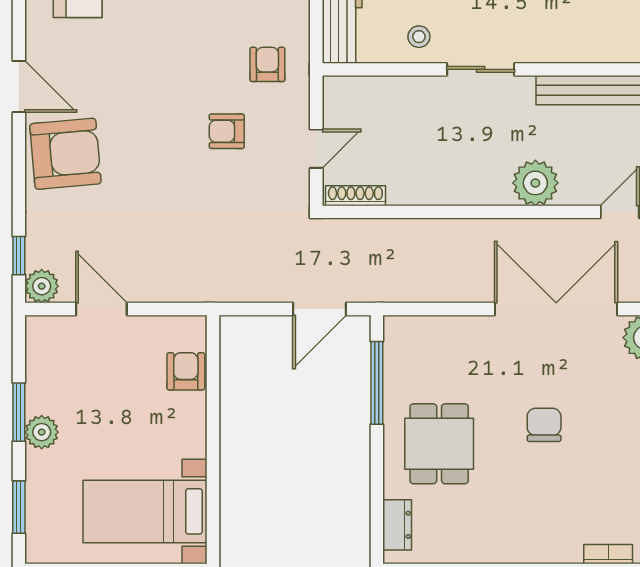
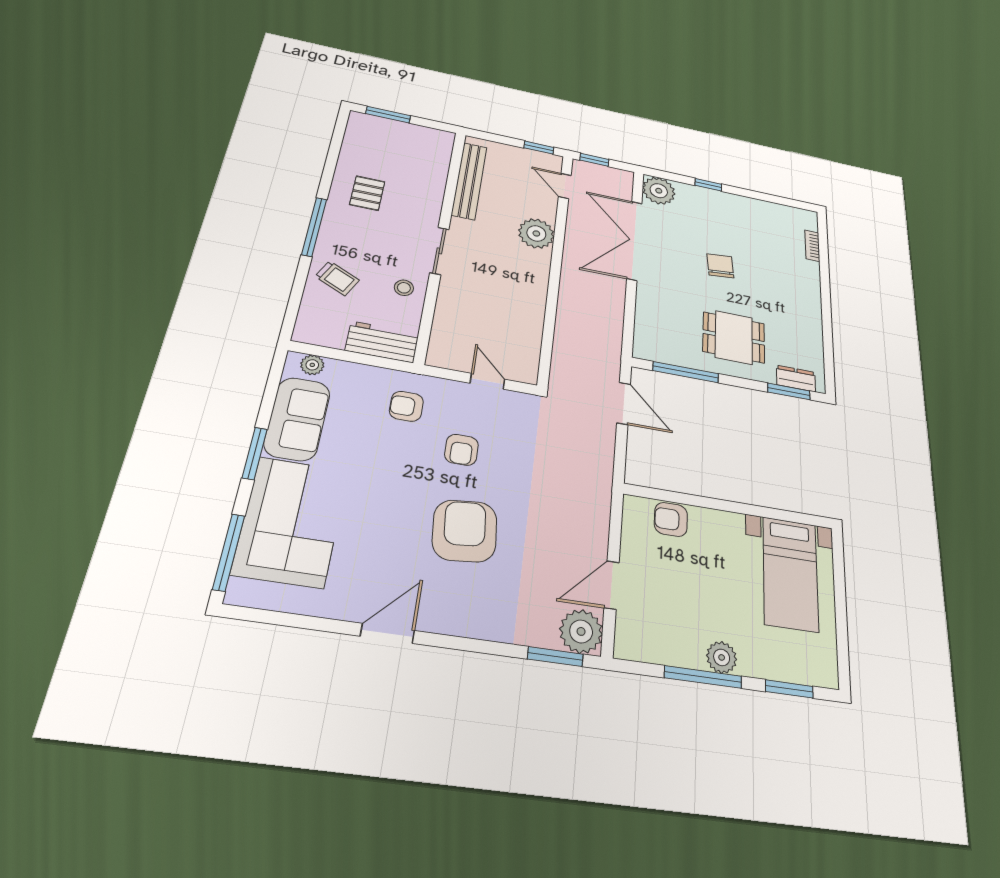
armchair: (65, 154) -> (465, 531), moved
shoe rack: (355, 196) -> (531, 359), removed
window: (19, 256) -> (555, 657), width x1.50
plant: (42, 286) -> (581, 631), width x1.36, depth x1.36
window: (19, 412) -> (703, 677), width x1.44
chair: (544, 425) -> (720, 266), turned 84
window: (377, 515) -> (789, 391), added

